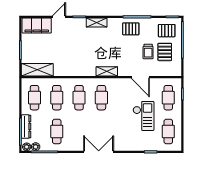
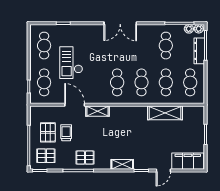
shelving: (37, 70) -> (165, 113), moved
shelving: (107, 71) -> (97, 111), moved

